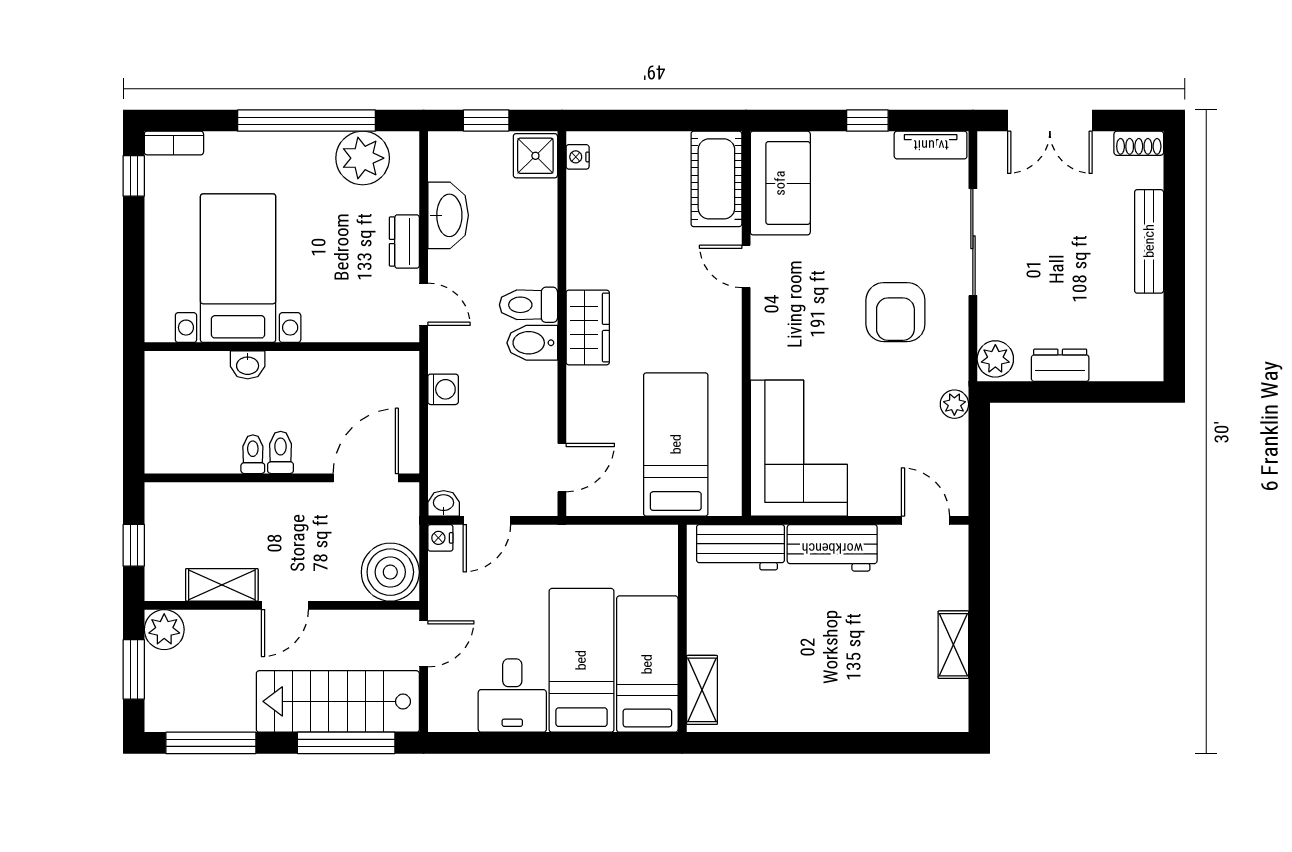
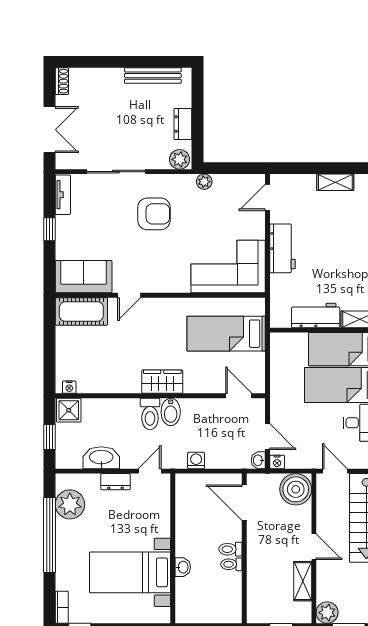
bench: (1149, 241) -> (153, 76), moved
workbench: (740, 547) -> (316, 315), moved, turned -90

